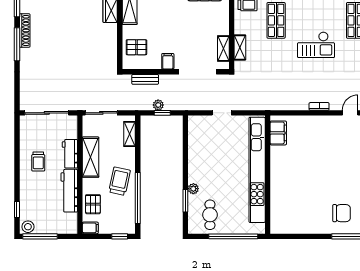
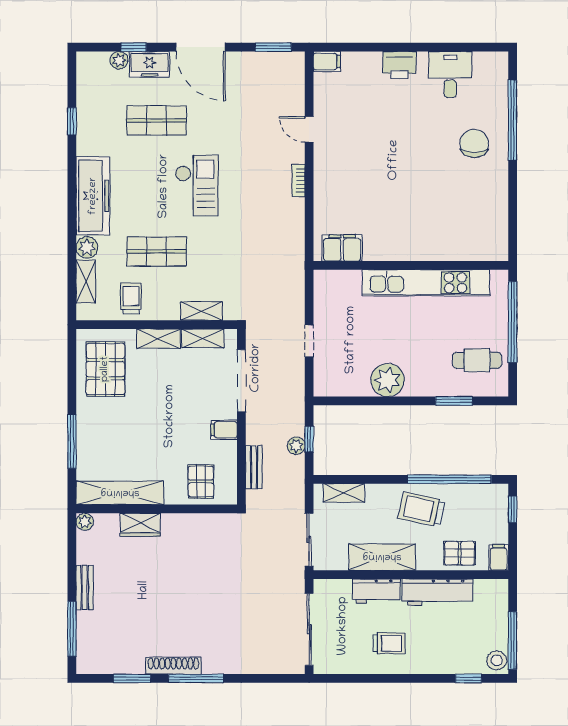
shelving: (223, 21) -> (158, 339), added
kitchen unit: (257, 170) -> (426, 283), width x0.73
plant: (193, 189) -> (388, 380), moved, width x1.87, depth x1.87

